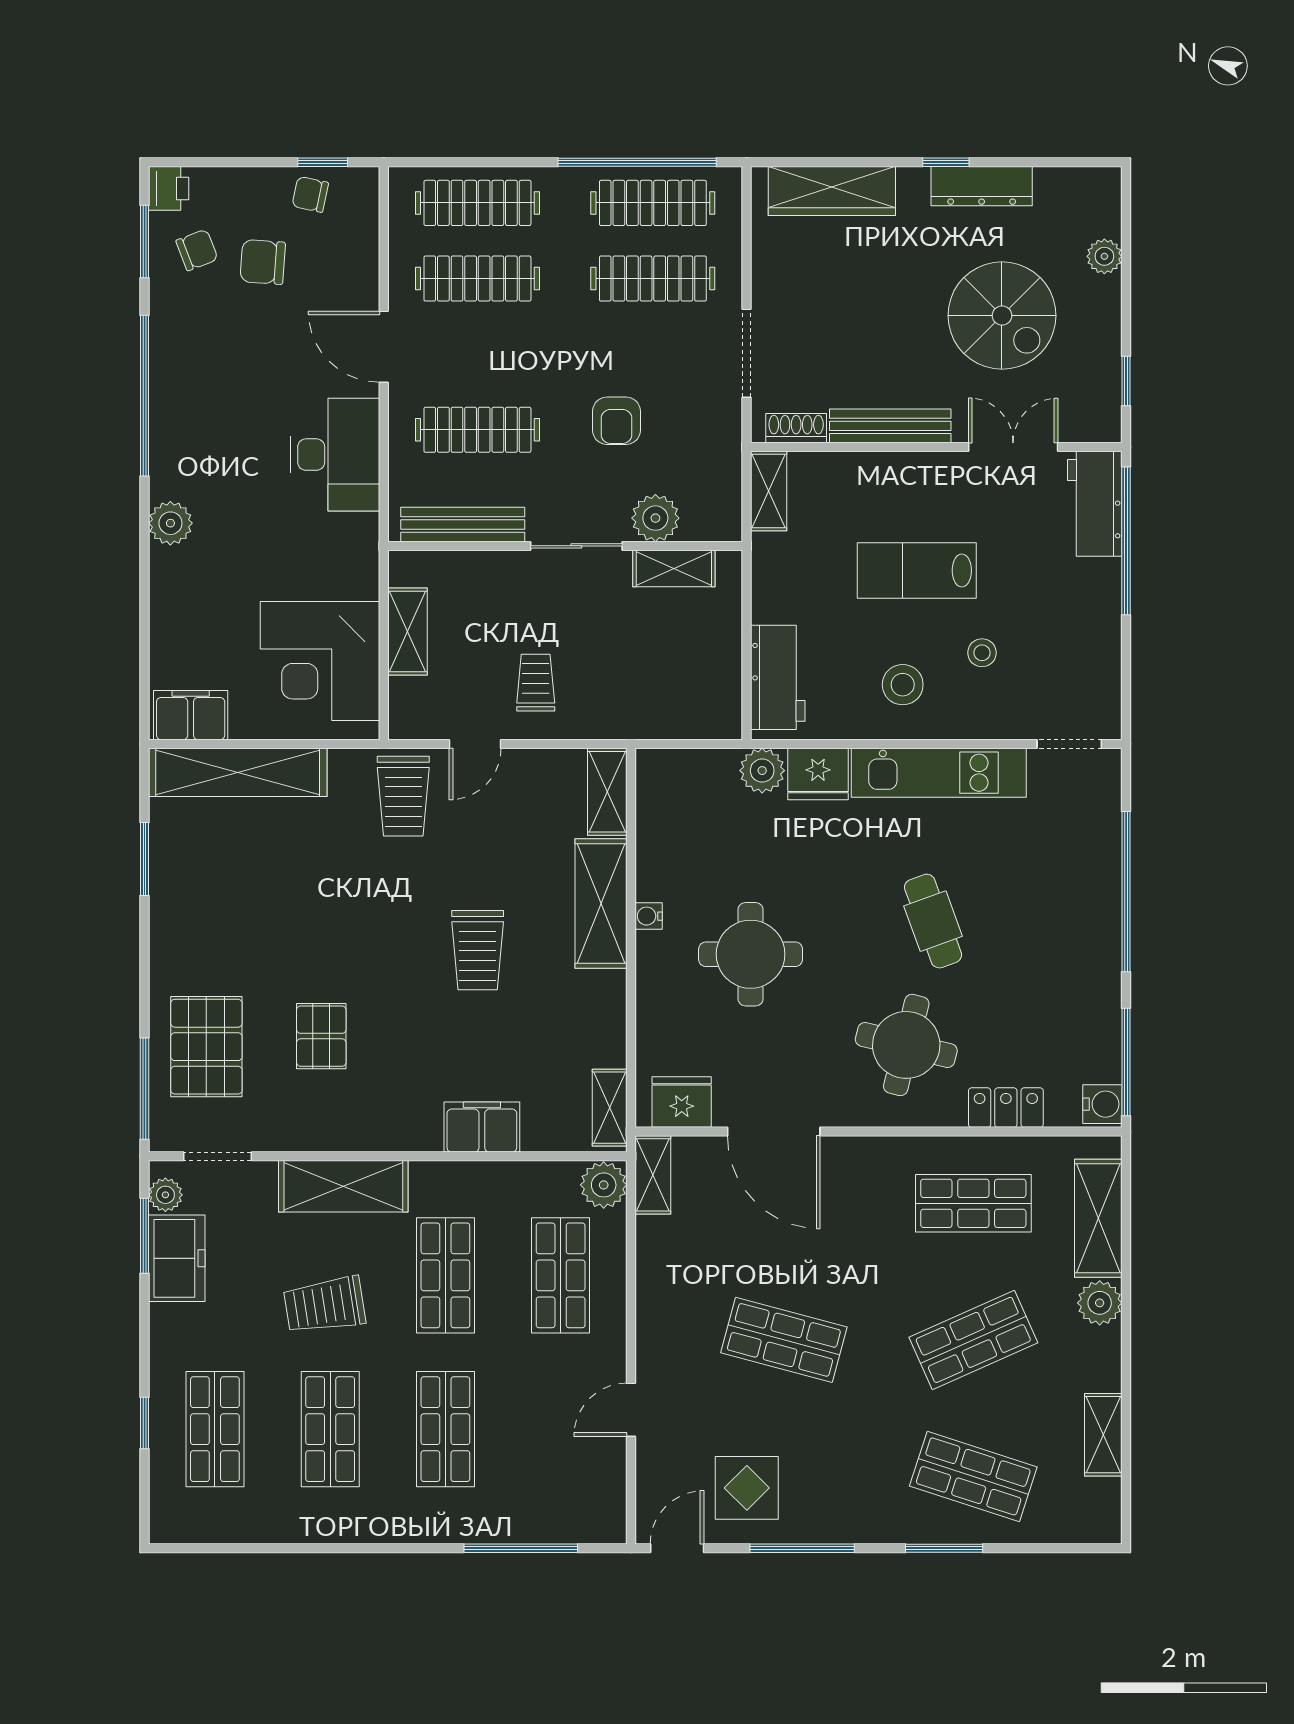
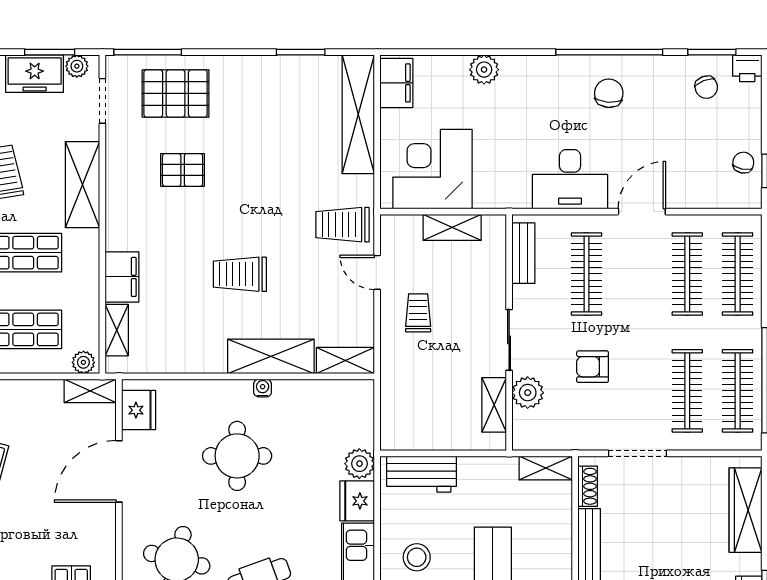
chair: (263, 262) -> (609, 93), moved
plant: (170, 523) -> (484, 70), moved
bench: (463, 524) -> (523, 253), width x0.73
trolley: (536, 683) -> (418, 313), turned -90
shelving: (610, 1108) -> (117, 330), moved, turned 90
plant: (604, 1185) -> (83, 362), width x0.73, depth x0.73

